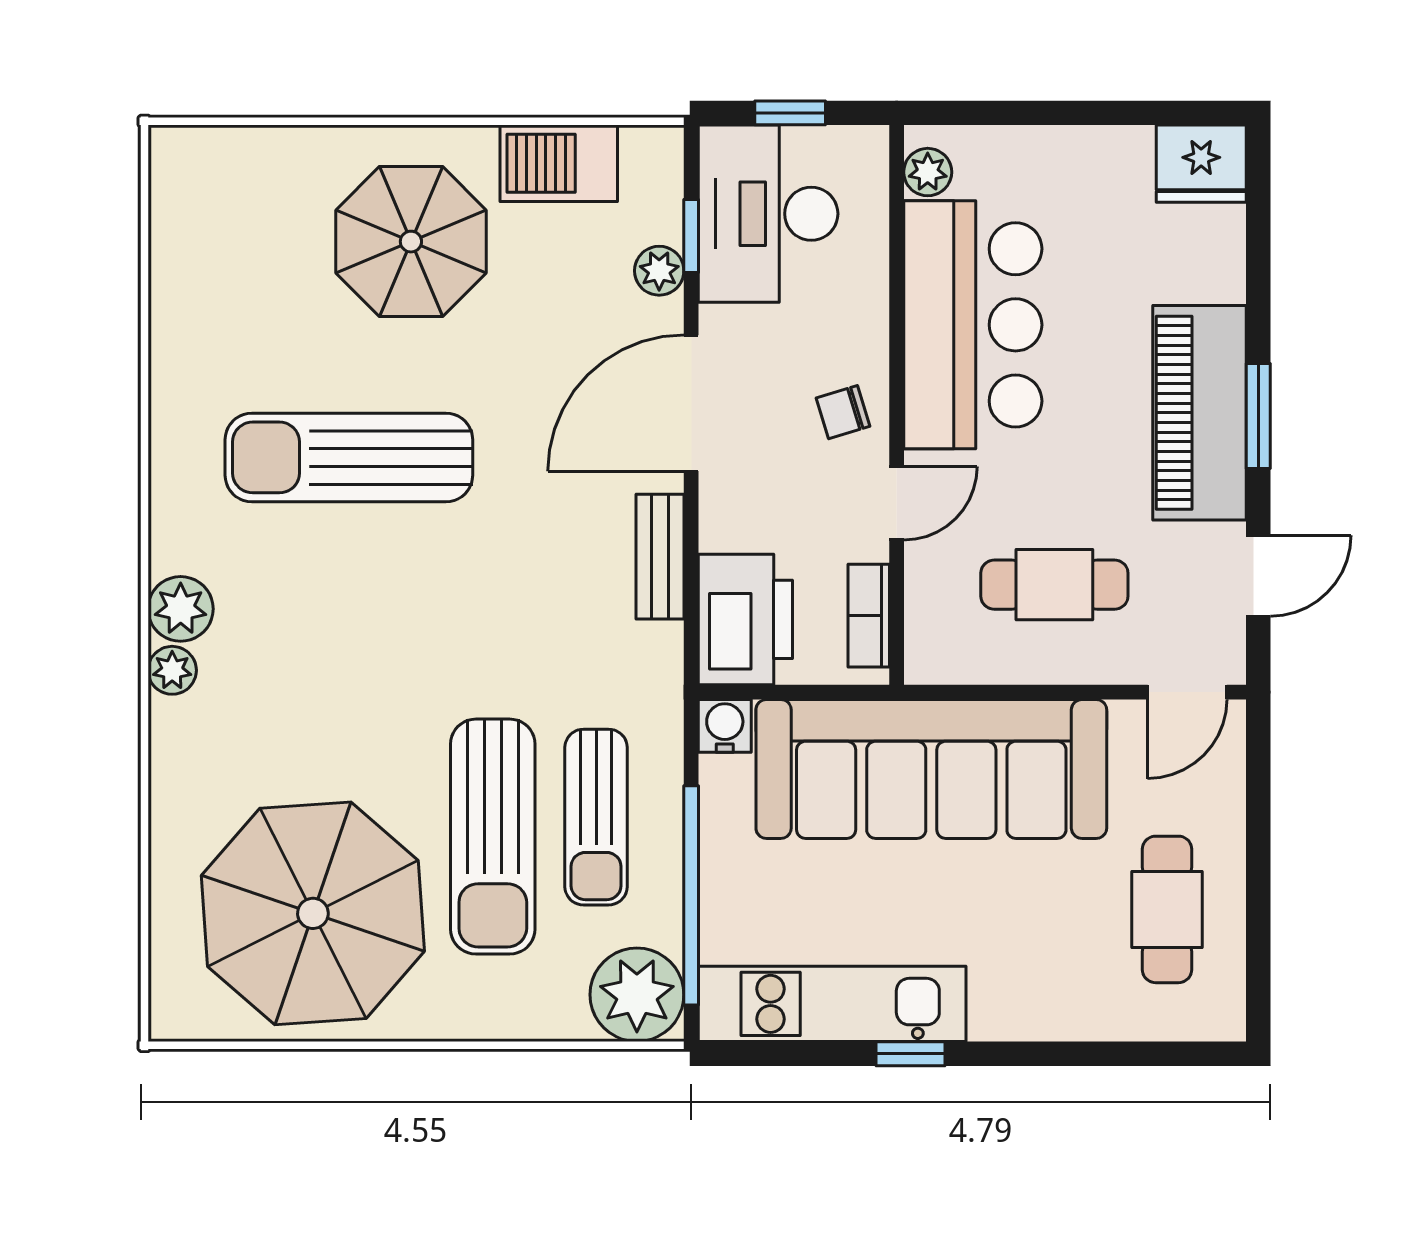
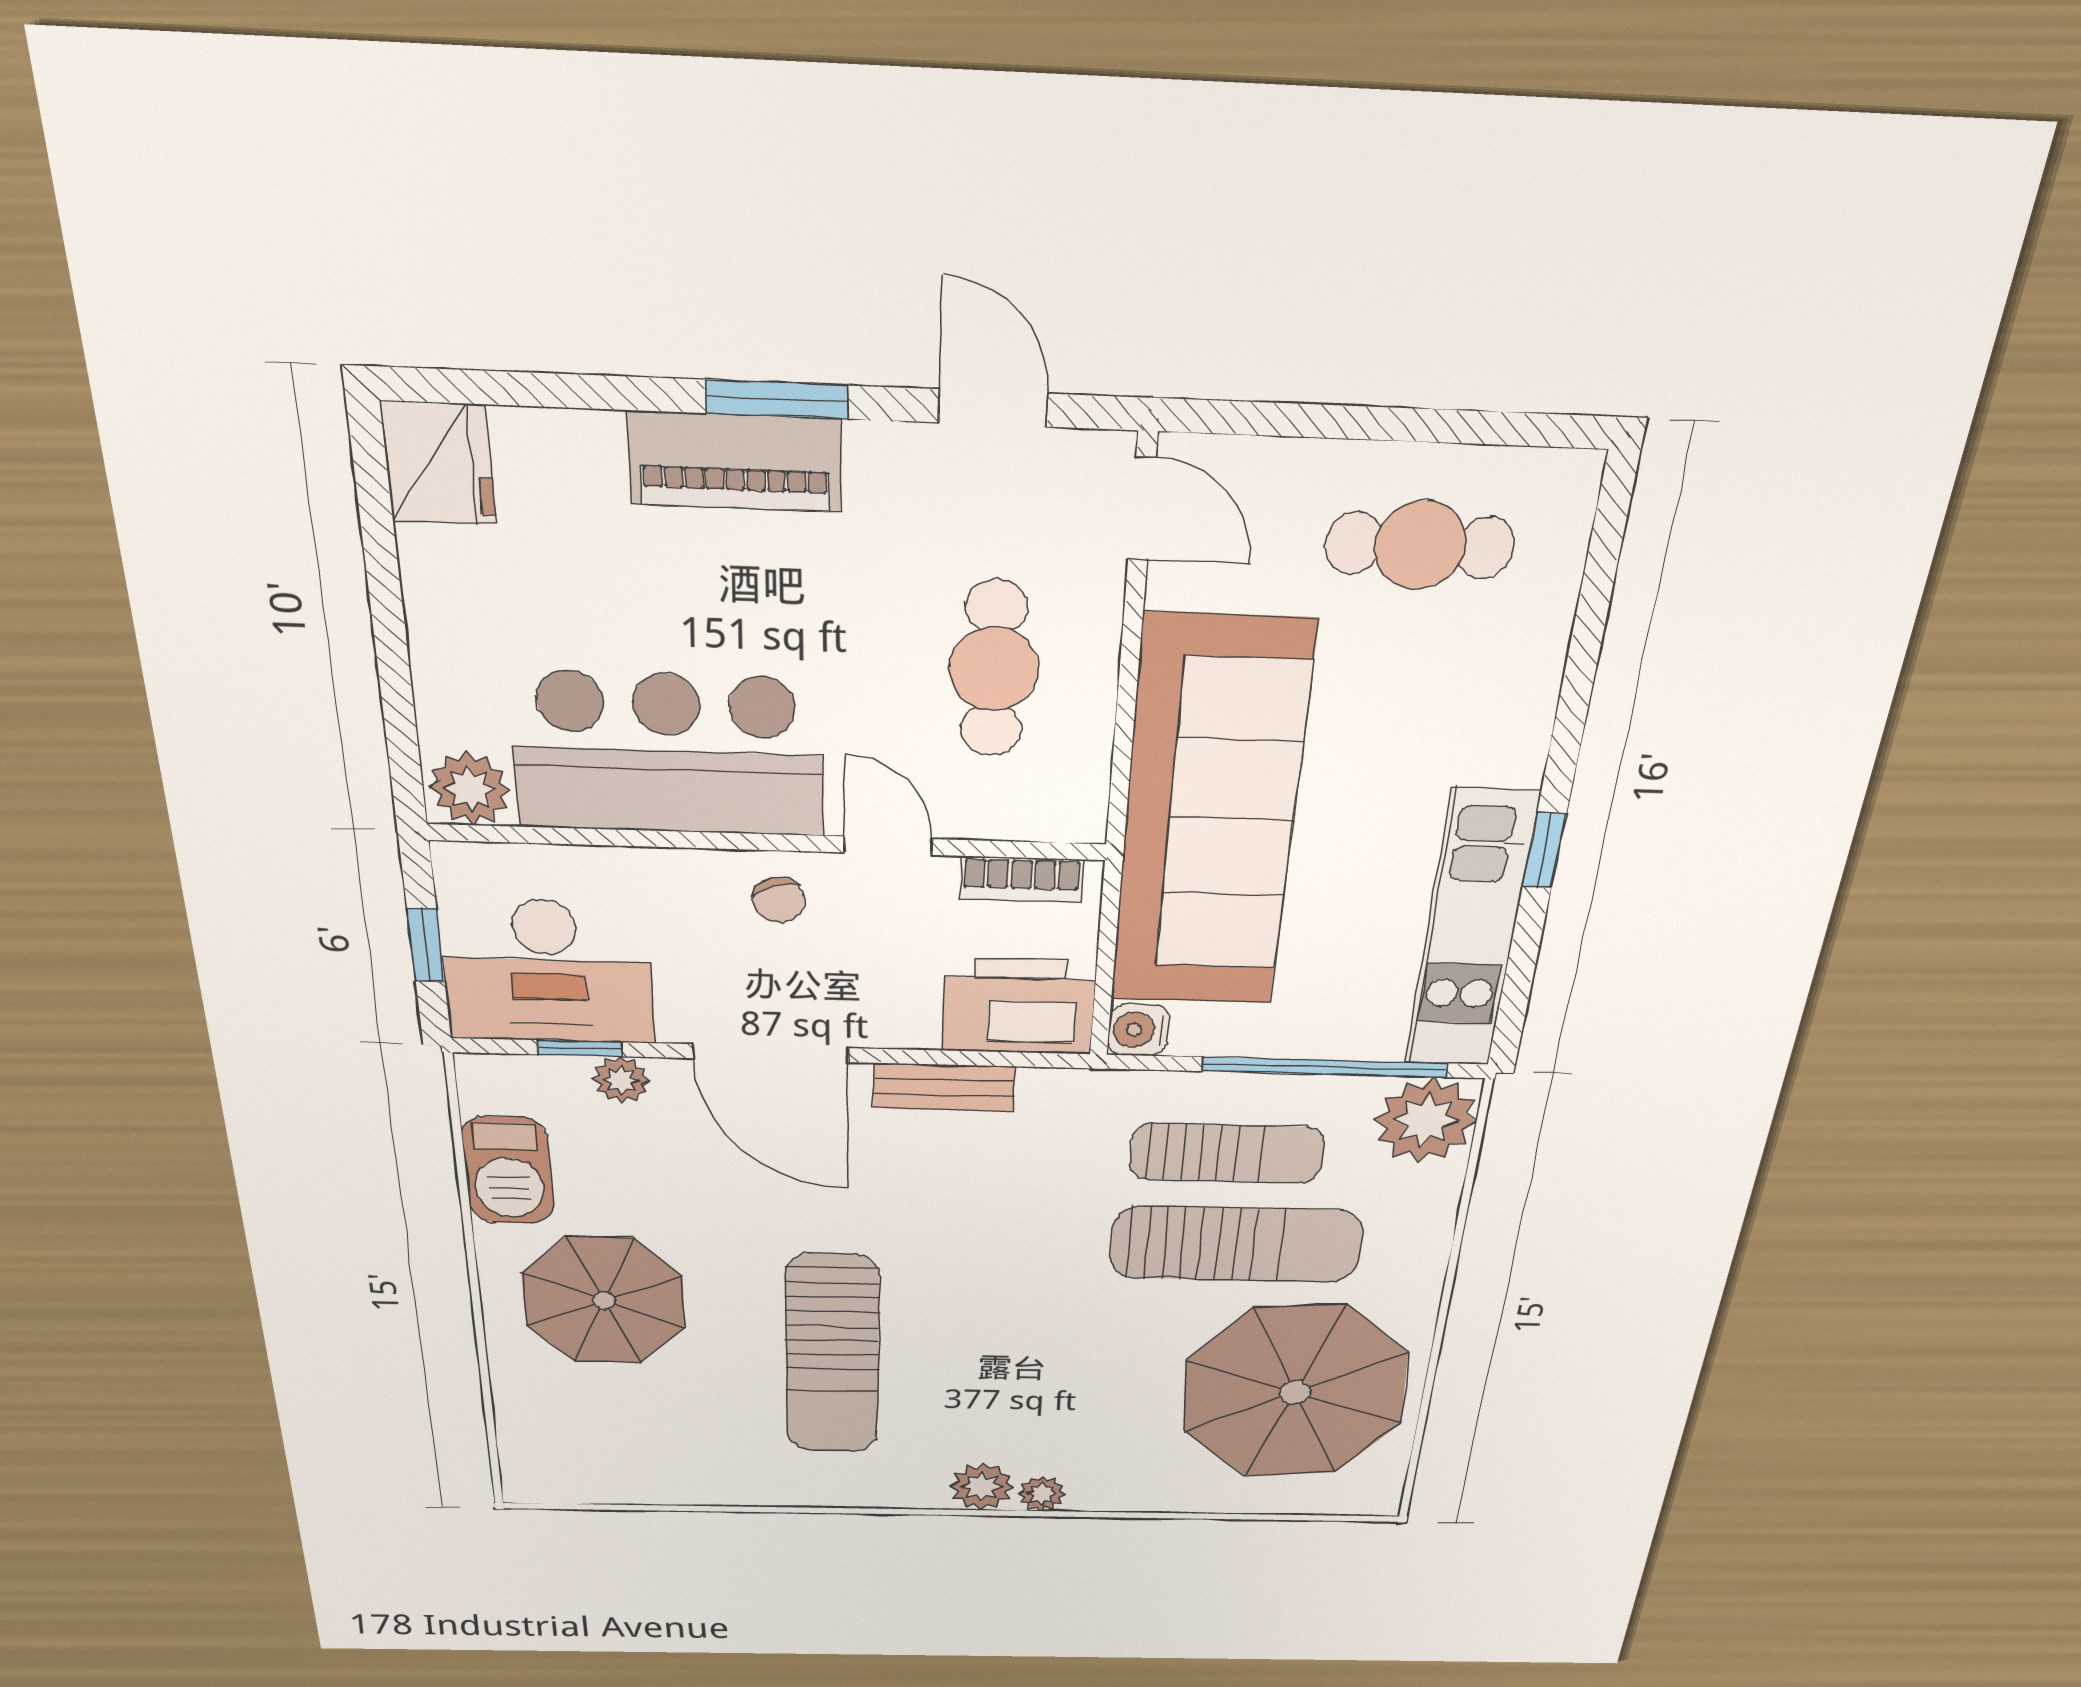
plant: (928, 172) -> (470, 789), width x1.38, depth x1.38
piano: (1199, 413) -> (735, 462), width x0.73, depth x0.75

